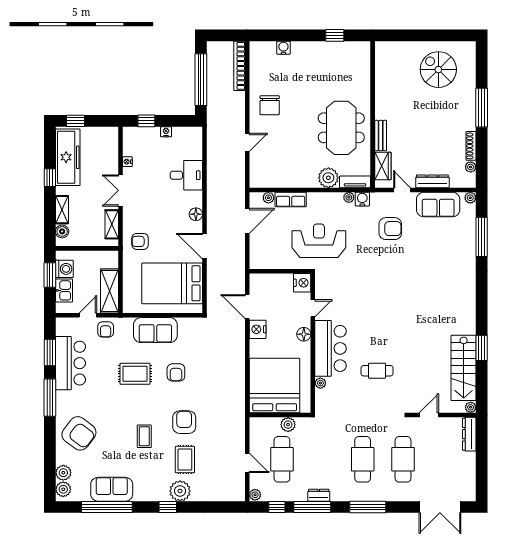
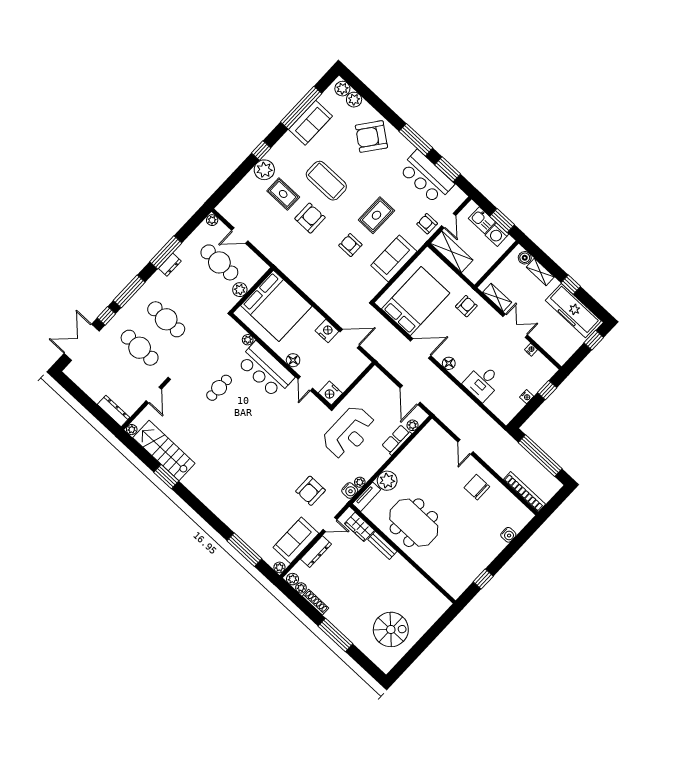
plant: (470, 180) -> (292, 579), added
armchair: (184, 422) -> (310, 218), turned -90
coffee table: (144, 436) -> (326, 181), width x1.86, depth x1.72
window: (277, 507) -> (106, 316), moved

